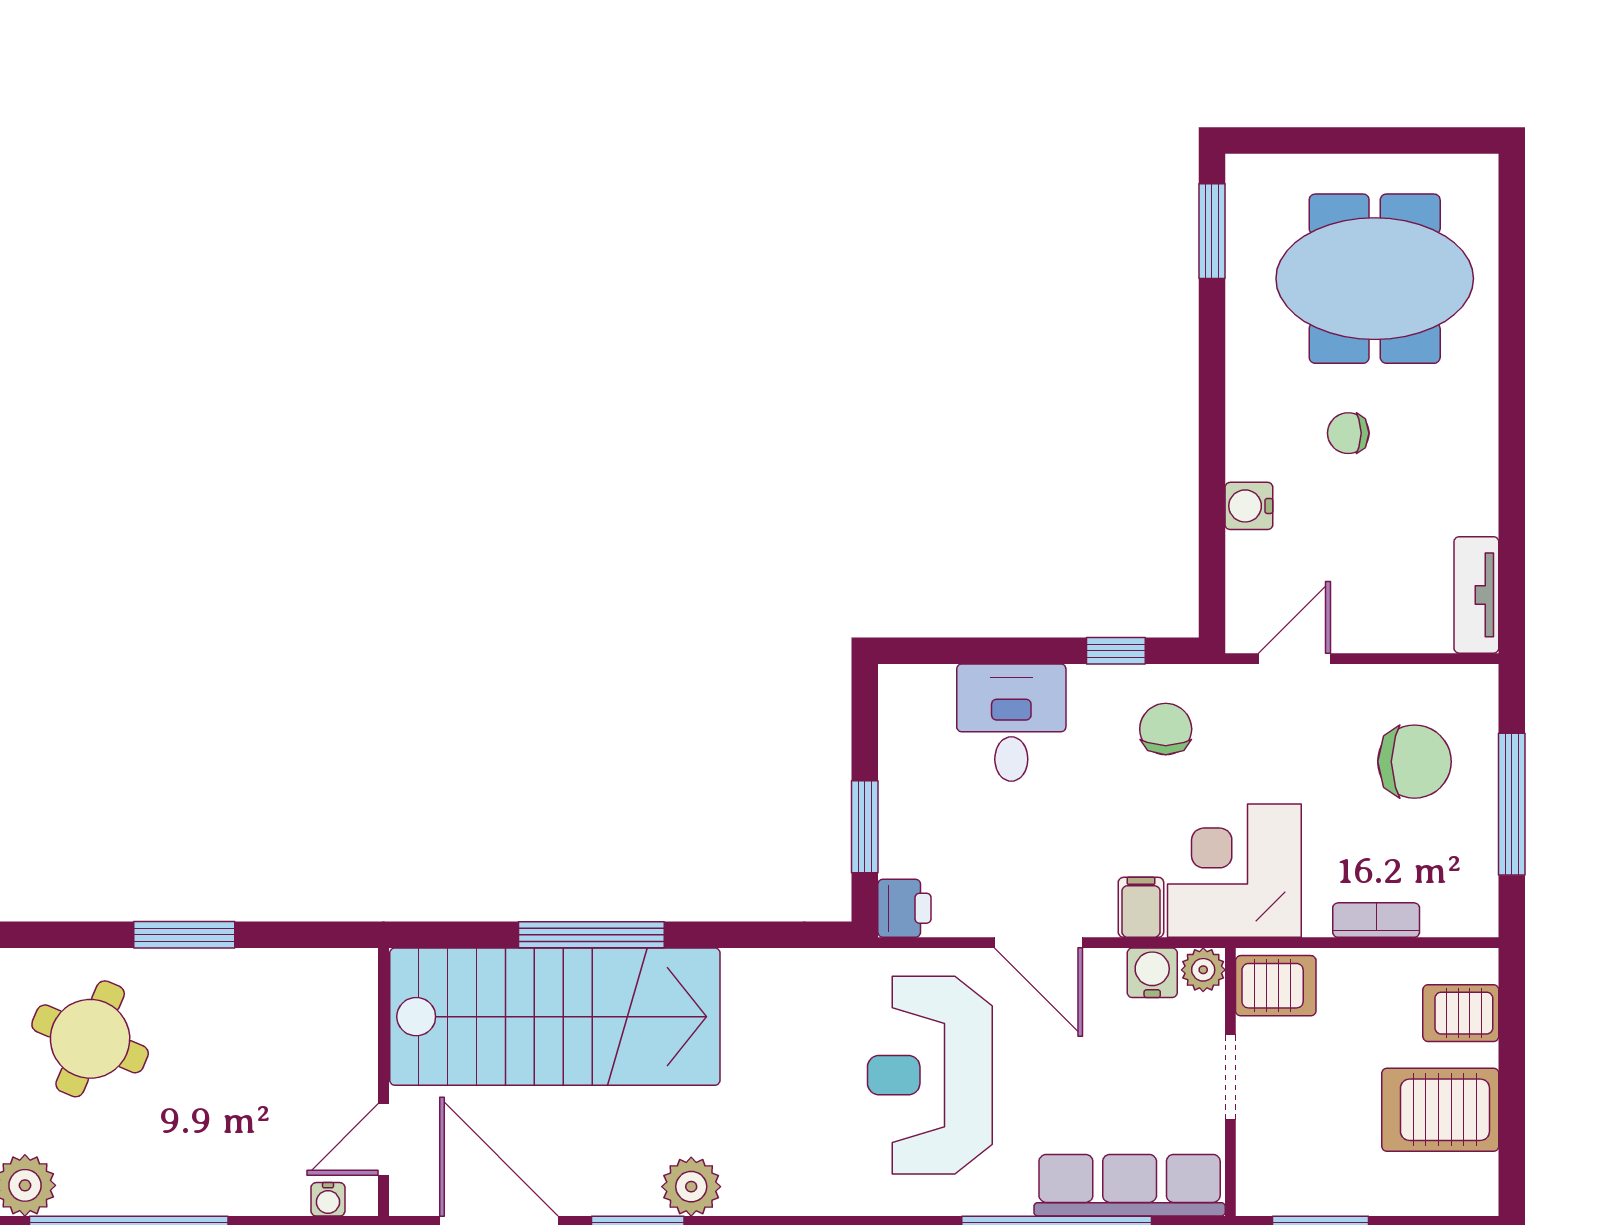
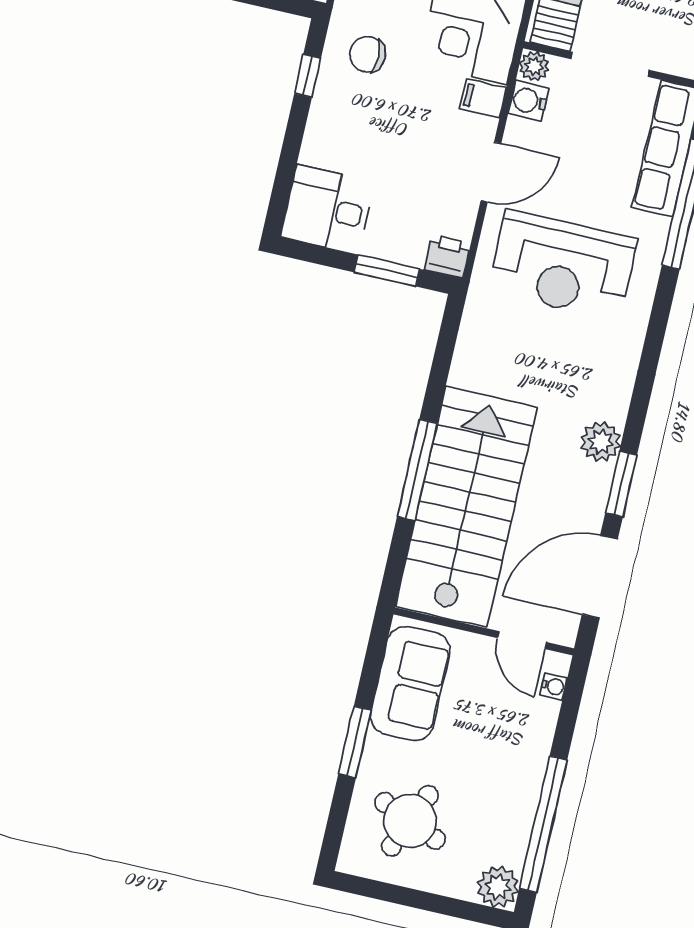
desk: (1011, 723) -> (328, 209), moved
sofa: (286, 995) -> (410, 683), added
doorway: (1230, 1077) -> (610, 64), width x1.38

